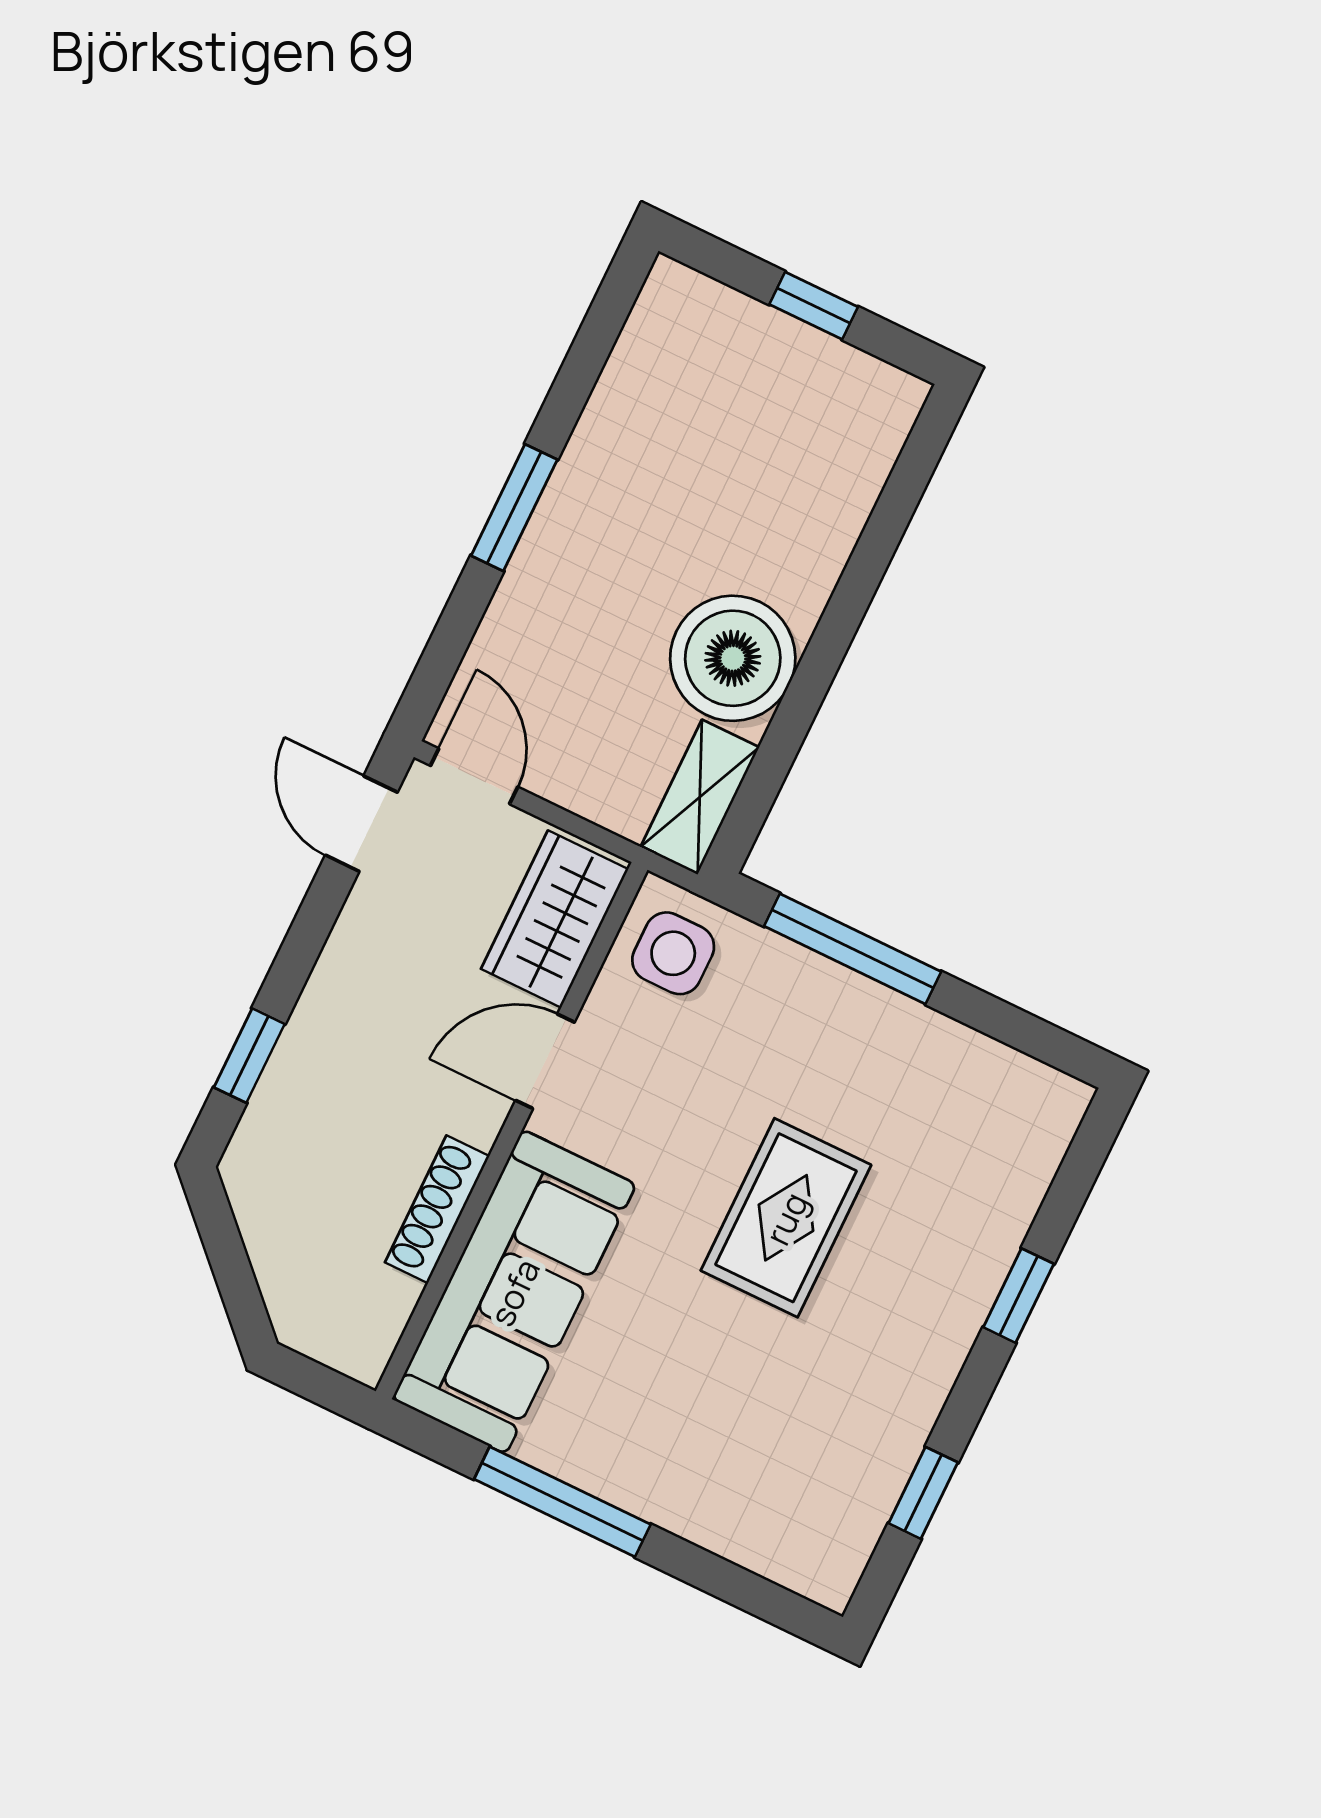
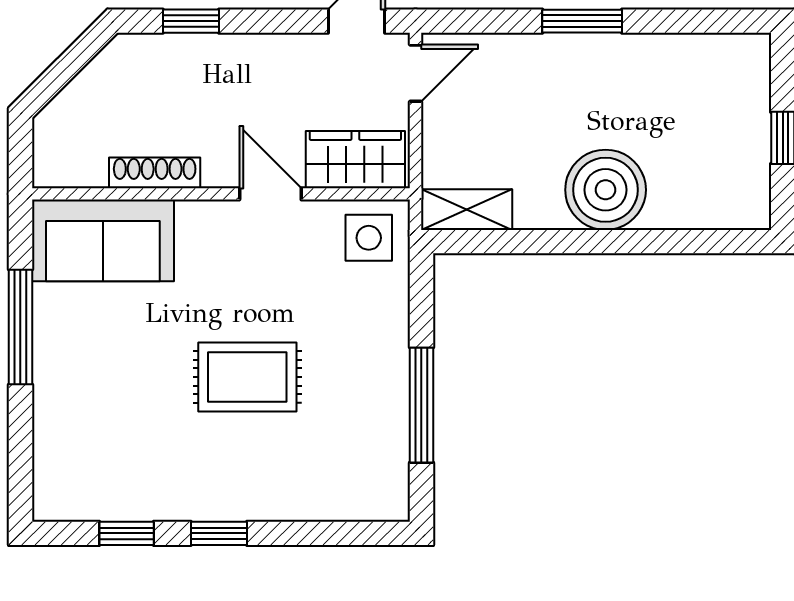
boiler: (733, 658) -> (606, 190), moved
window: (853, 949) -> (421, 405), moved
sofa: (514, 1292) -> (103, 240), width x0.73
window: (1019, 1296) -> (219, 533), moved

